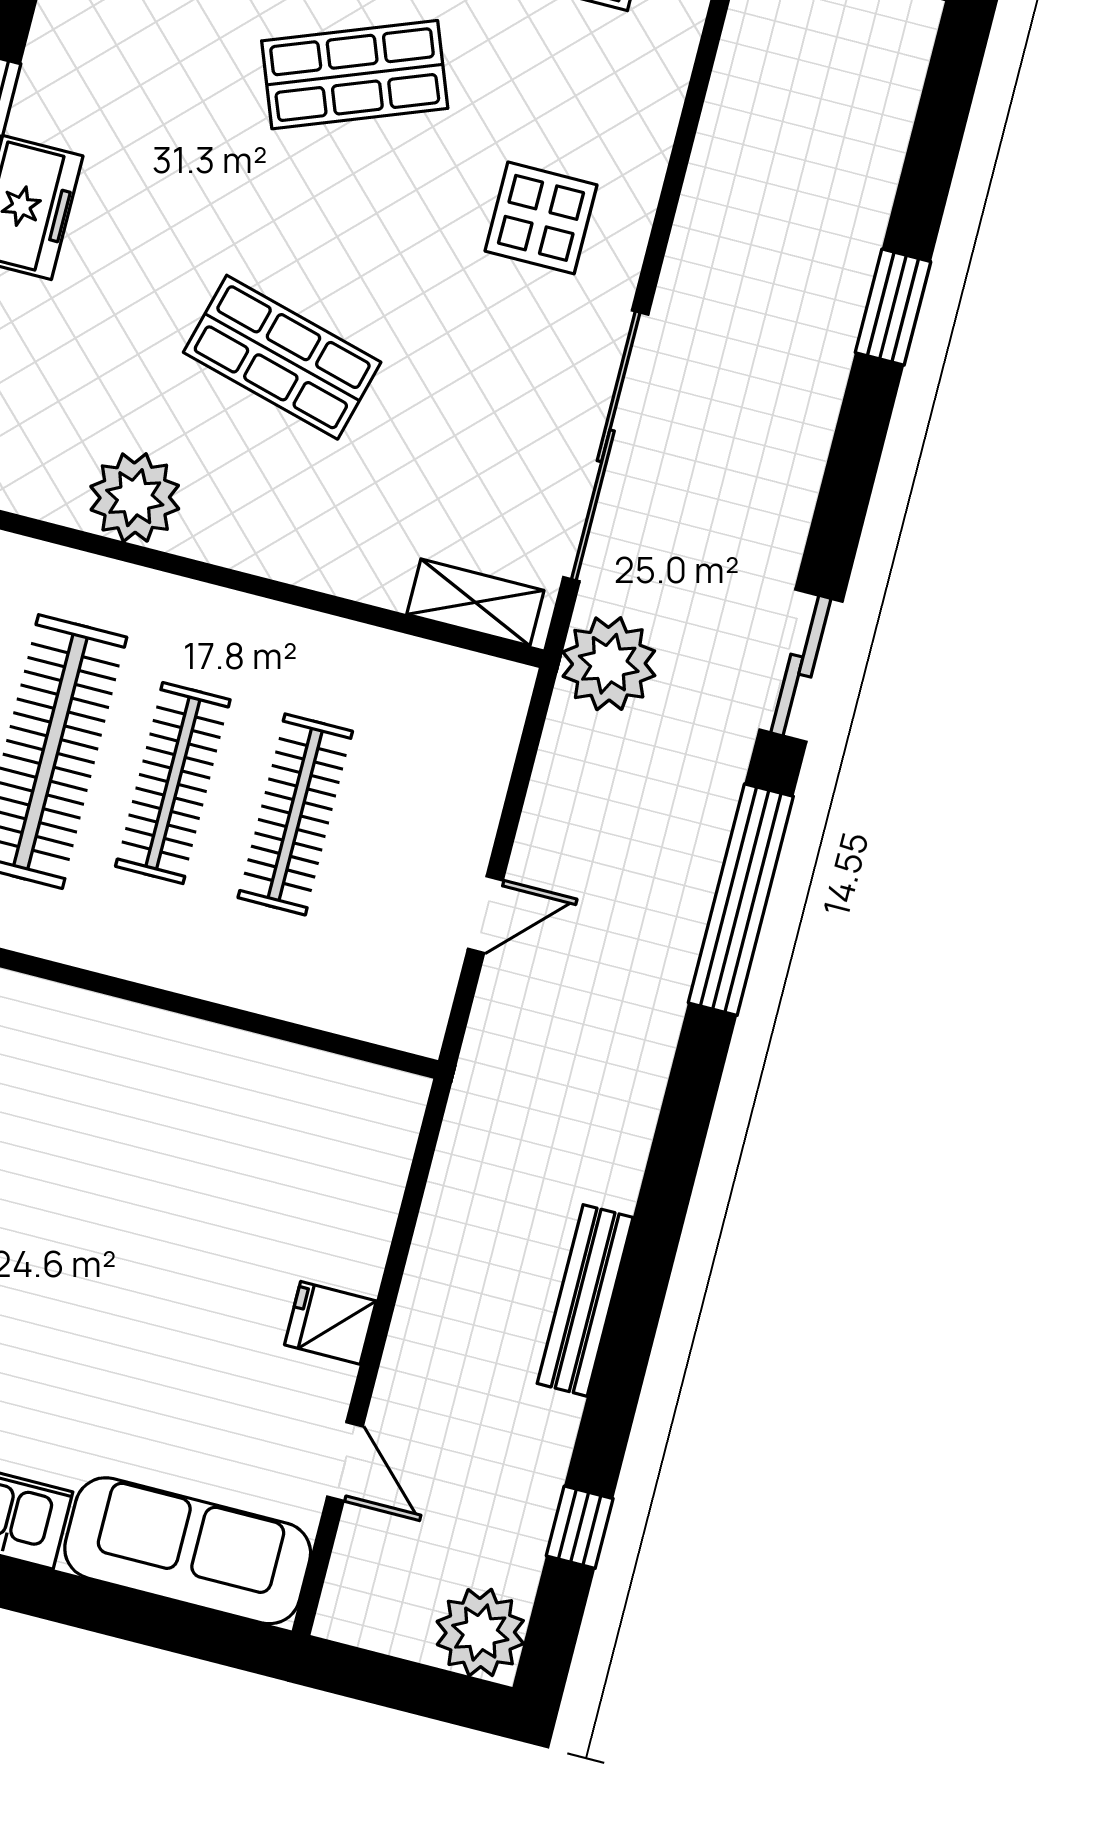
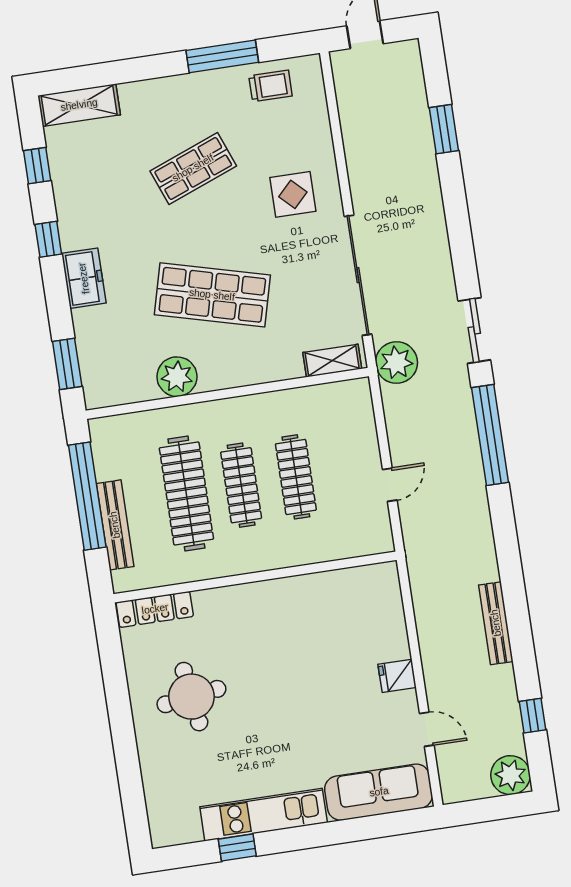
window: (893, 307) -> (444, 129), moved
shop shelf: (282, 357) -> (212, 295), width x1.43, depth x1.36

